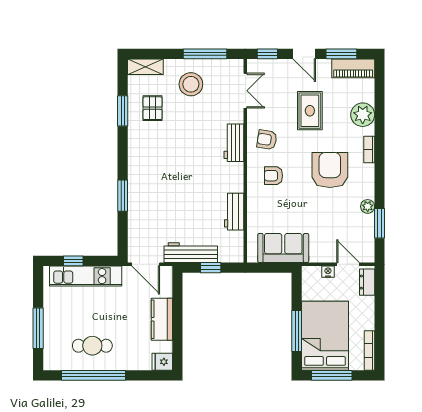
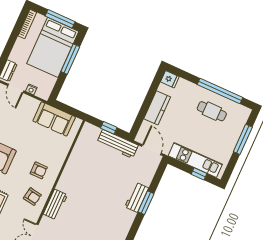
workbench: (234, 212) -> (137, 197), moved, turned 180

